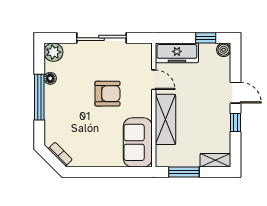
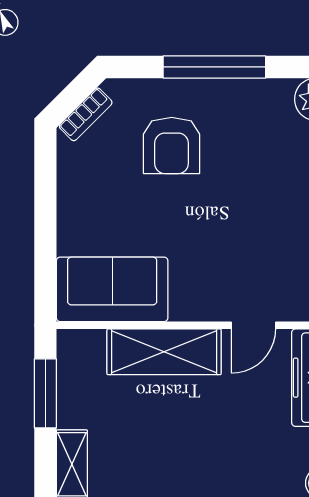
floor lamp: (50, 78) -> (257, 92), removed
armchair: (107, 94) -> (172, 145), moved

